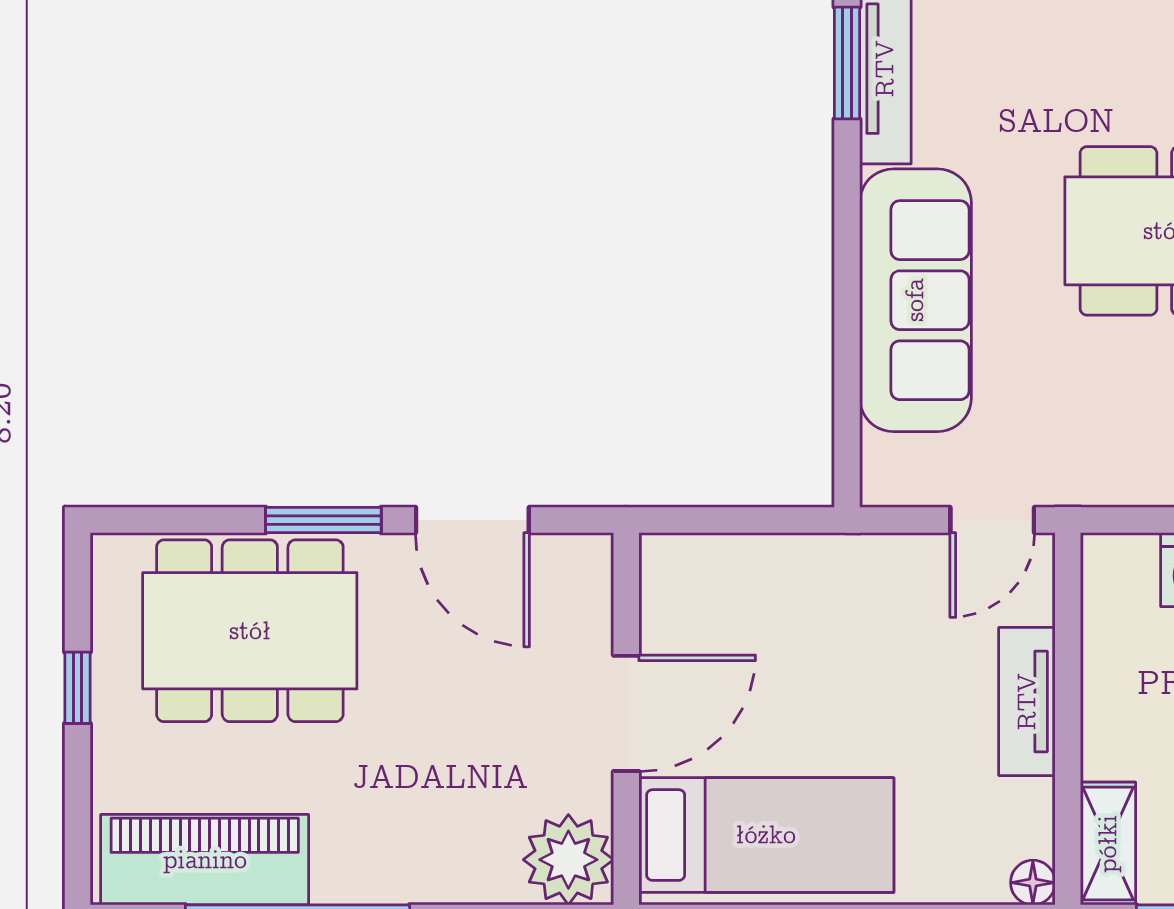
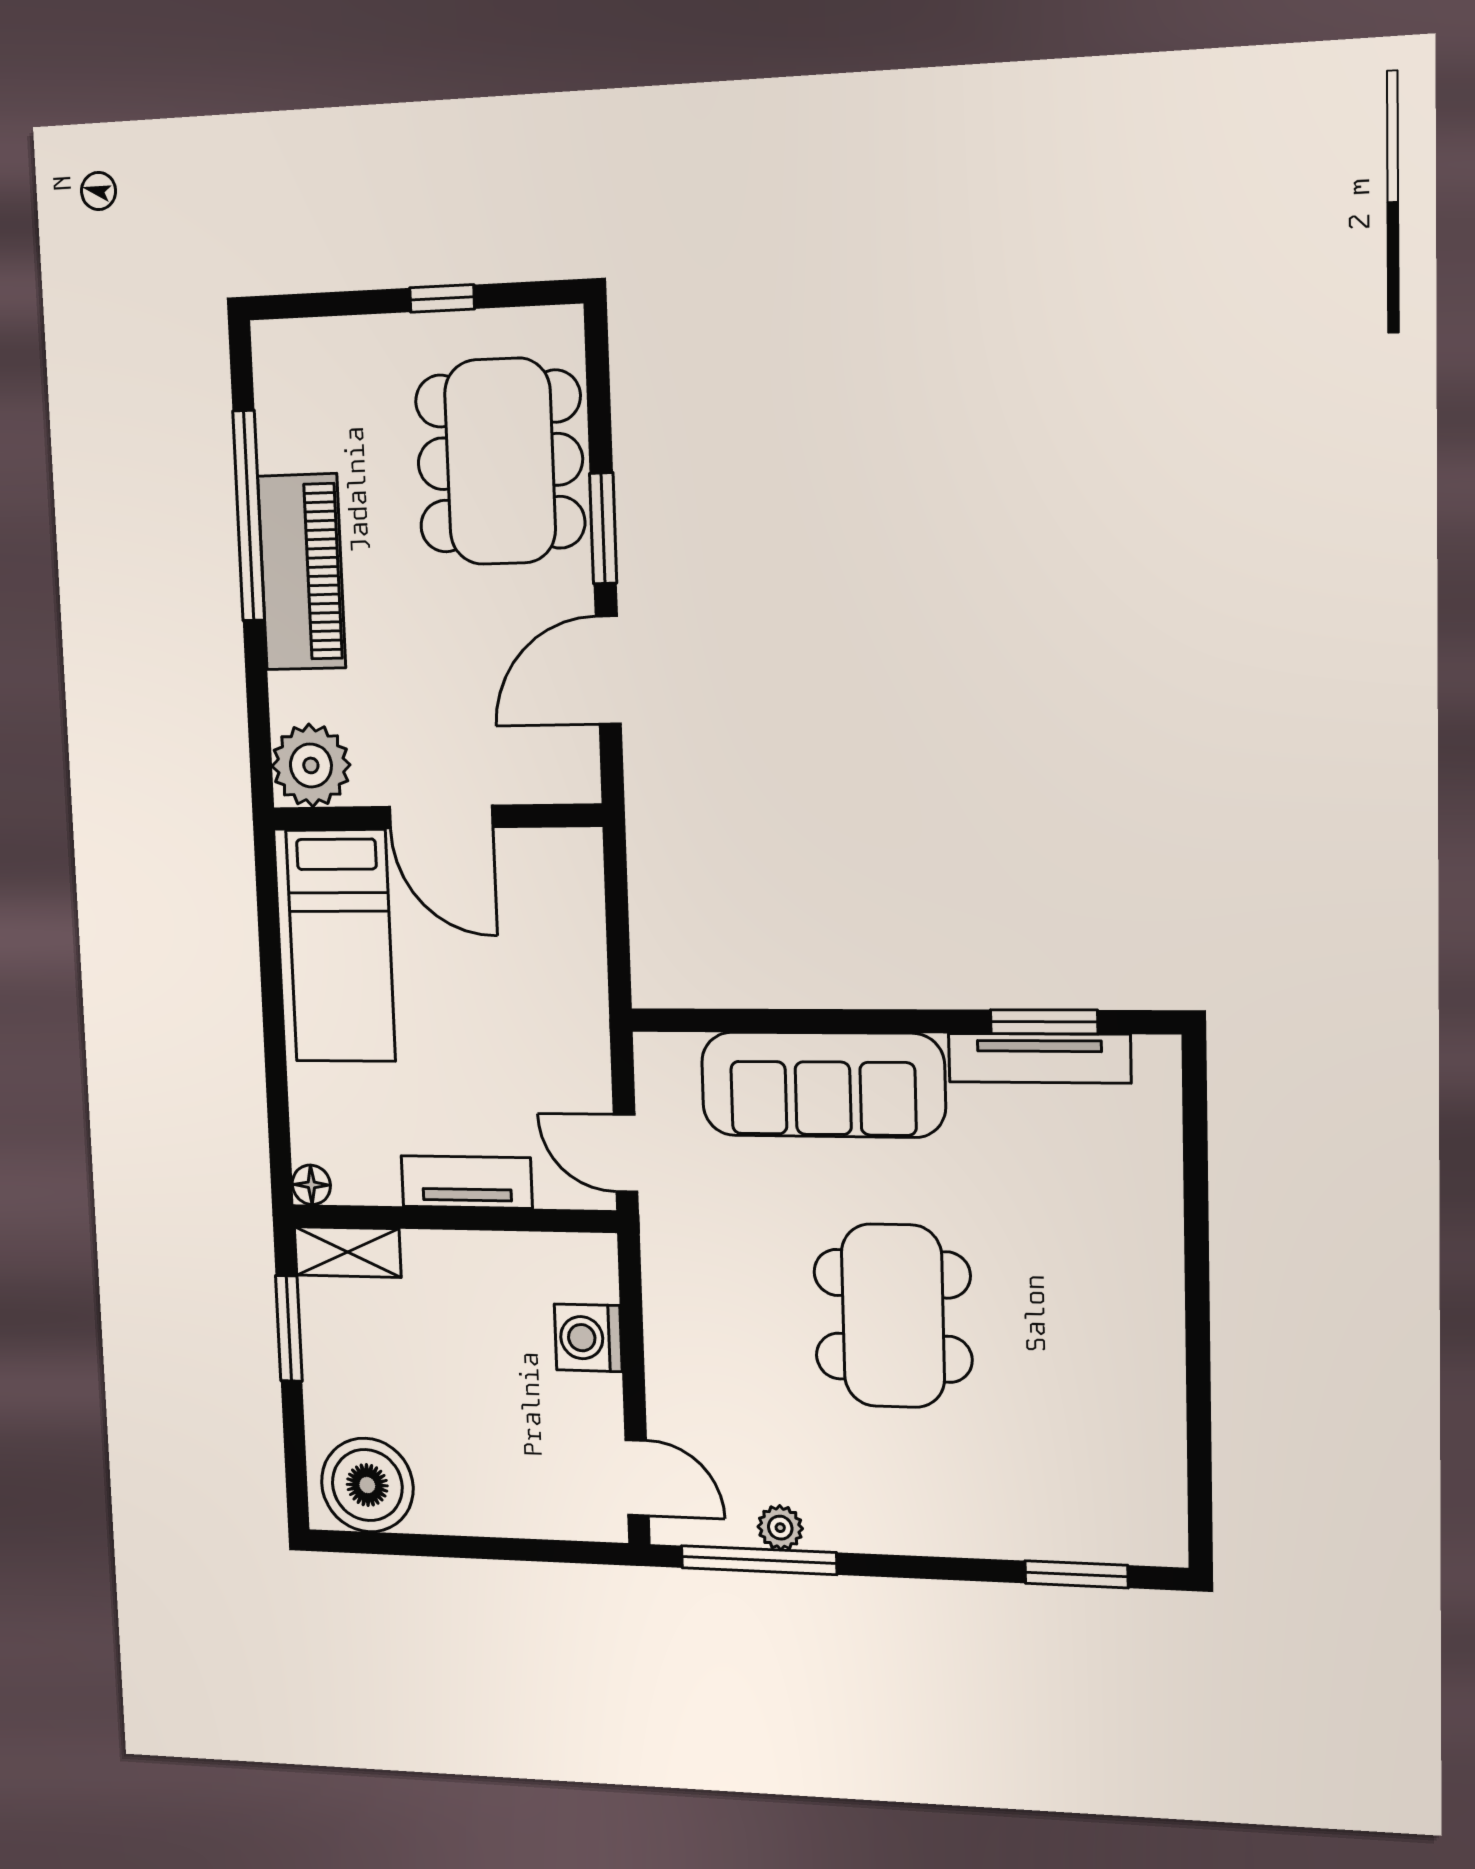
piano: (205, 860) -> (302, 572), moved

